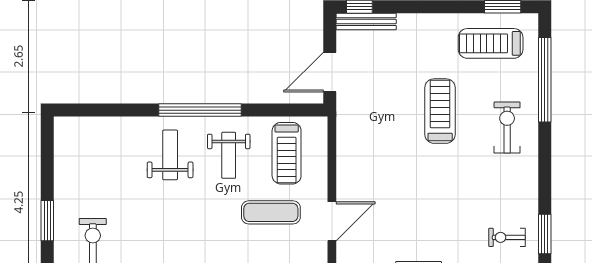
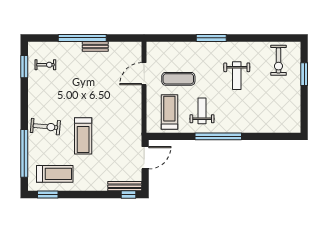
exercise bike: (507, 128) -> (45, 127), turned -85
weight bench: (170, 155) -> (237, 76), moved

